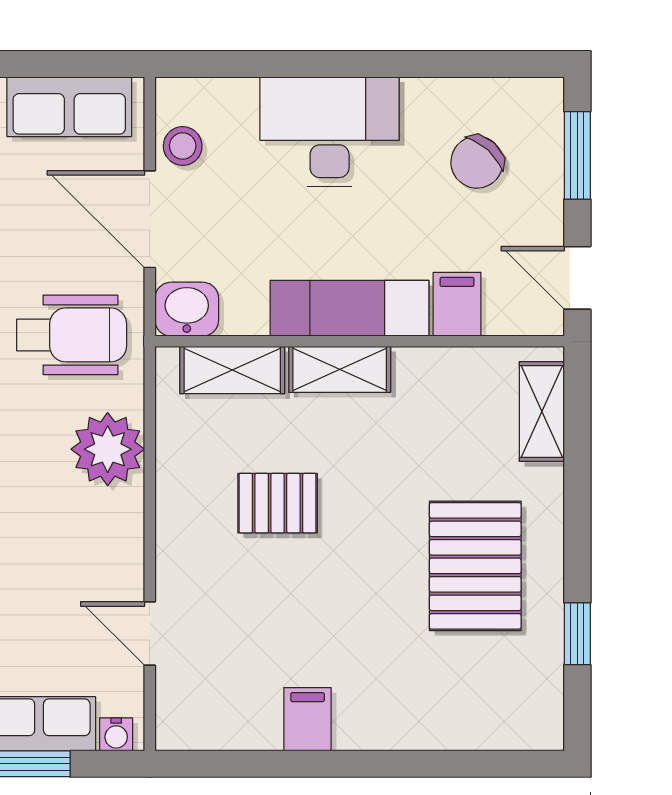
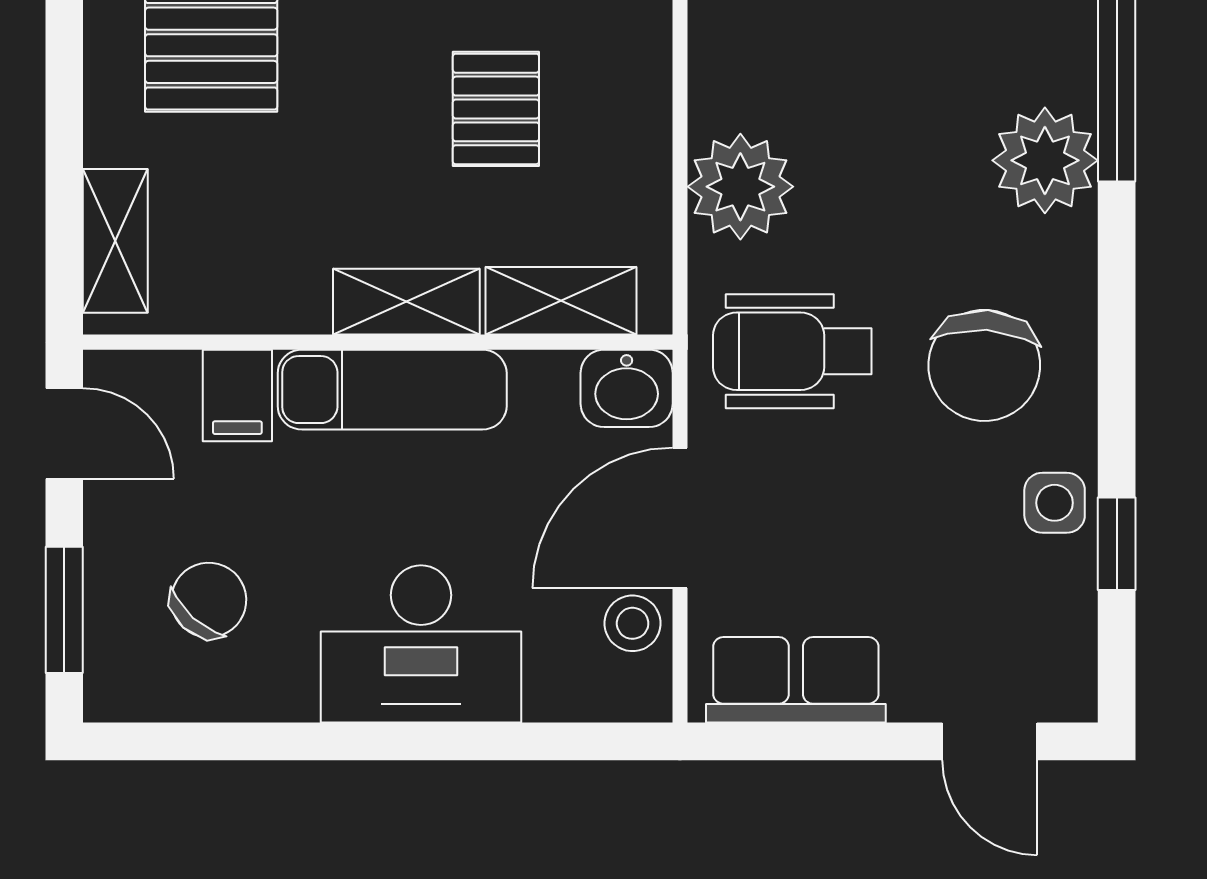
door: (150, 219) -> (680, 518), swing flipped
pallet: (278, 503) -> (496, 109), turned 90

